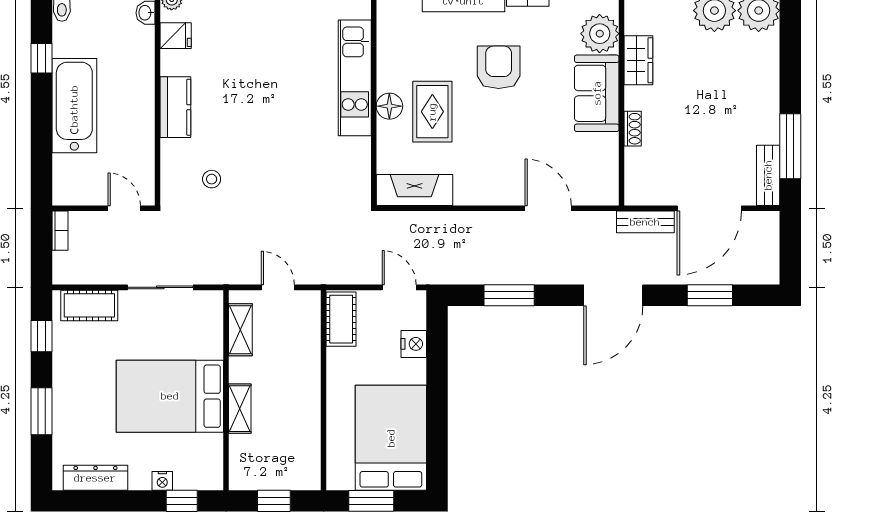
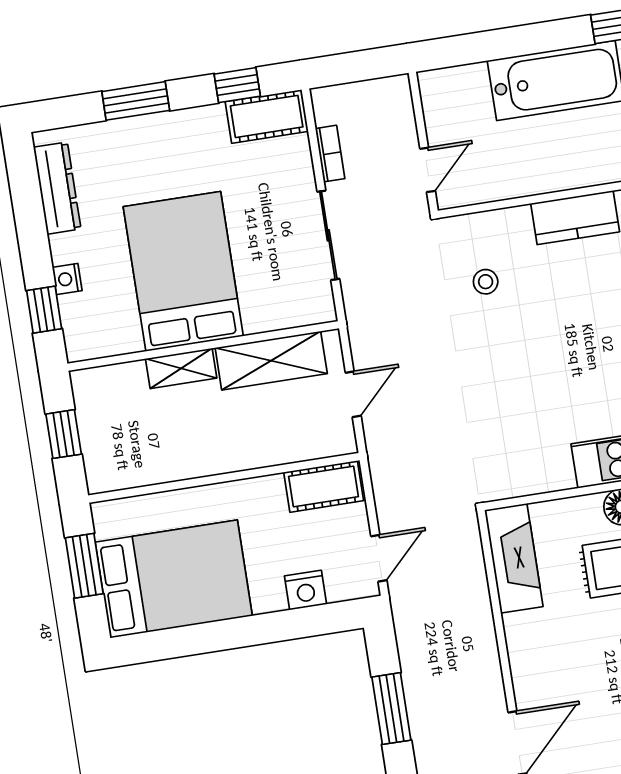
bookcase: (60, 231) -> (330, 154), moved, turned -90
cot: (89, 305) -> (267, 116), moved, turned 90
shelving: (240, 330) -> (271, 361), width x1.50, depth x1.33

